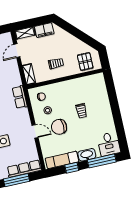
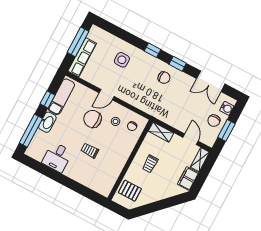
row of seats: (20, 97) -> (148, 107), removed
chair: (59, 127) -> (93, 119), turned -87
desk: (109, 144) -> (57, 157), moved, turned -90

